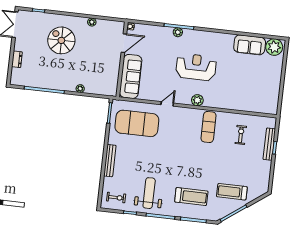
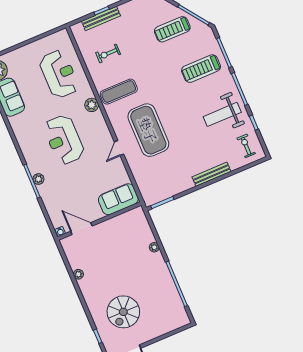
spiral stairs: (61, 40) -> (123, 312), moved
dresser: (17, 59) -> (161, 330), removed
sofa: (131, 76) -> (118, 199), width x0.73
reception desk: (246, 91) -> (59, 74), added
plant: (197, 100) -> (92, 105), moved
door: (167, 104) -> (119, 148), hinge flipped
exercise mat: (137, 123) -> (148, 130), moved
treadmill: (232, 192) -> (172, 29), turned 90
treadmill: (191, 197) -> (201, 69), turned -90

